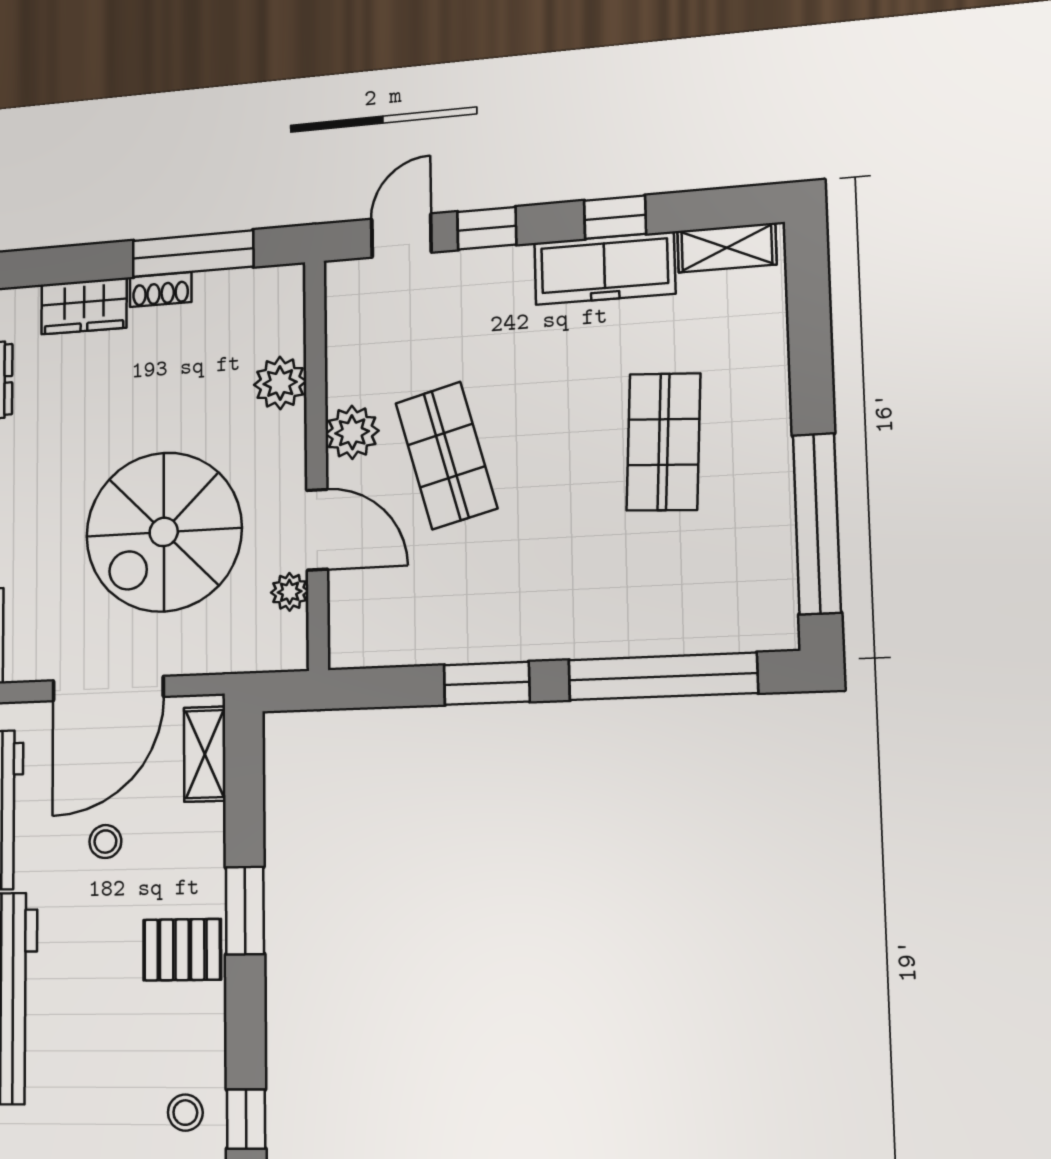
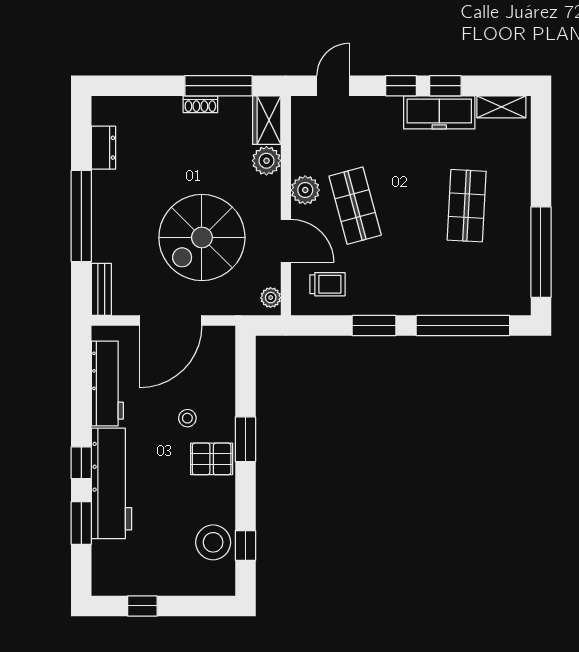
window: (487, 228) -> (401, 86), moved
wardrobe: (84, 306) -> (267, 120), moved, turned 90
plant: (290, 592) -> (271, 298), moved
trolley: (396, 607) -> (327, 284), added
shelving: (205, 754) -> (224, 357), removed
stool: (105, 842) -> (187, 418), moved
stool: (185, 1113) -> (213, 542), width x1.89, depth x1.89

